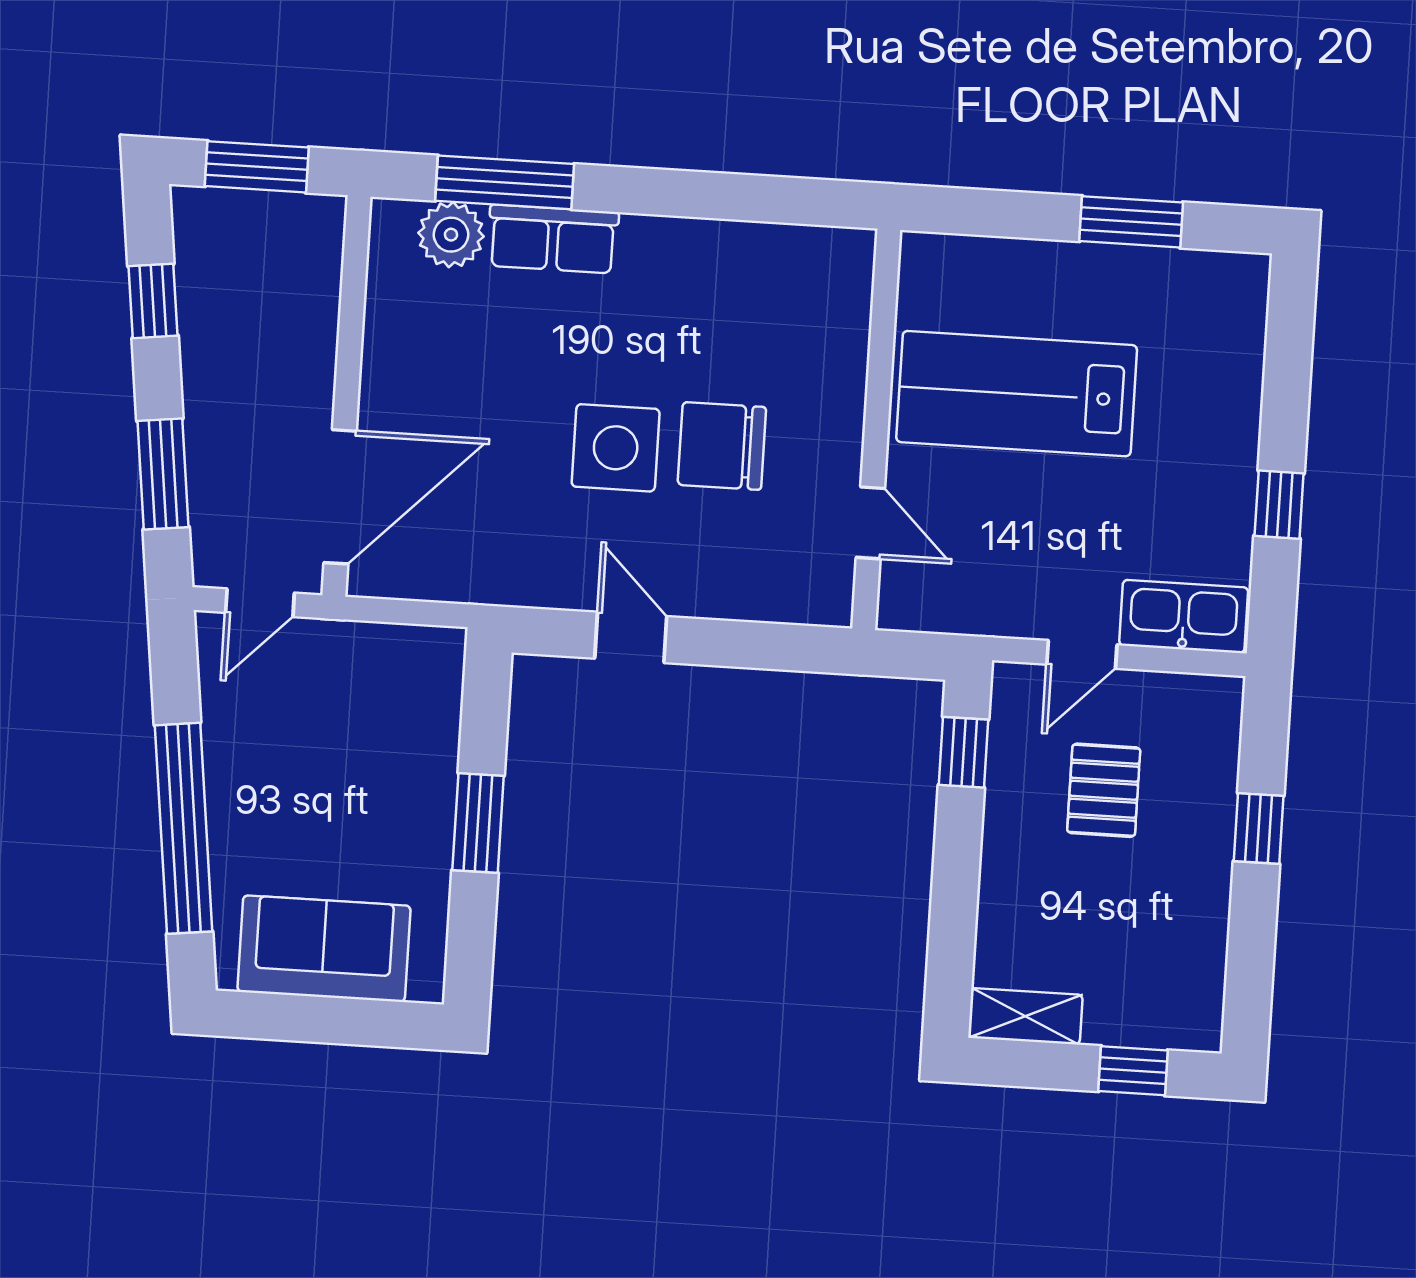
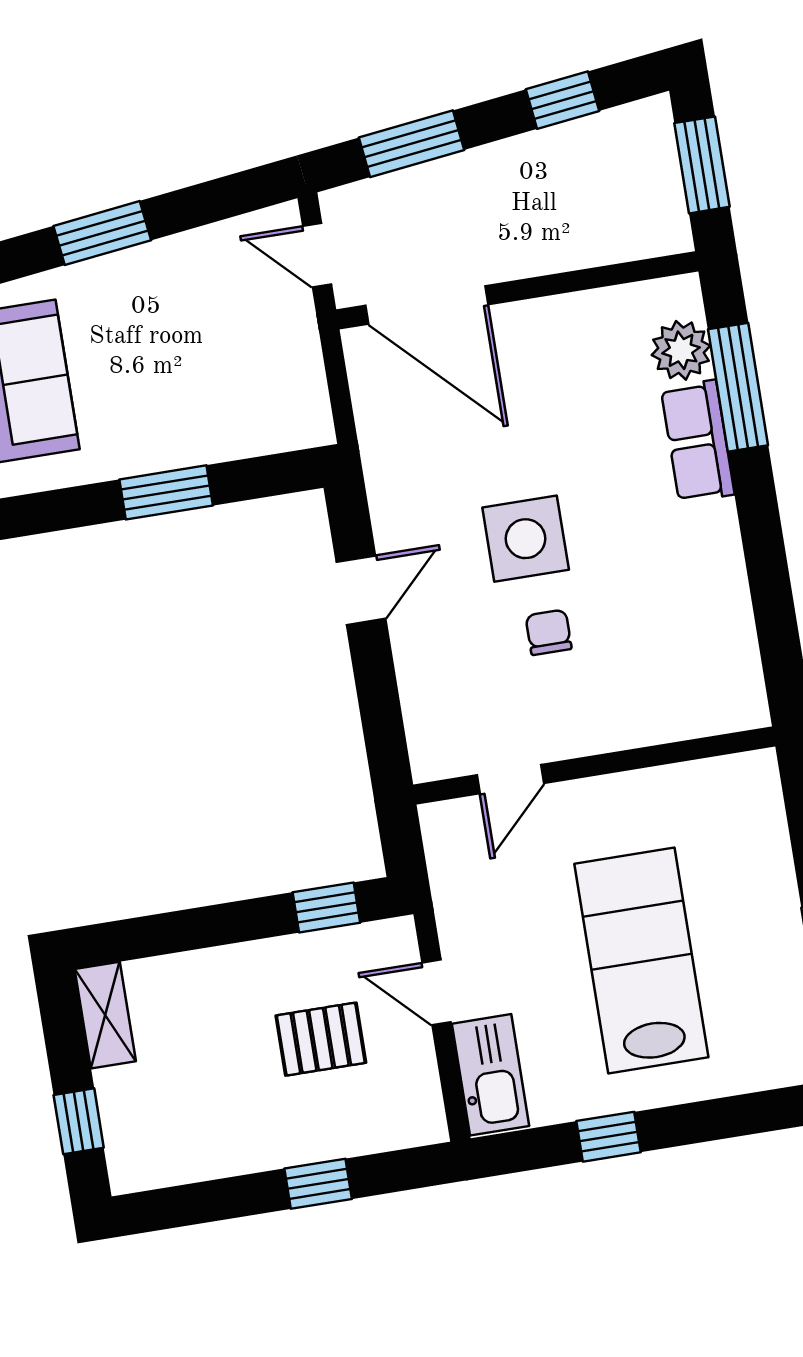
lab bench: (1017, 394) -> (641, 960), moved
chair: (722, 446) -> (549, 632), width x0.54, depth x0.54
window: (184, 828) -> (102, 233), width x0.47

